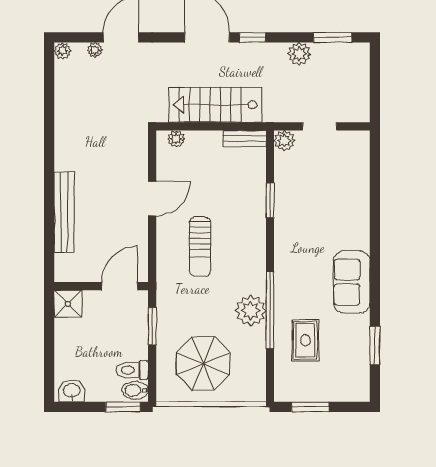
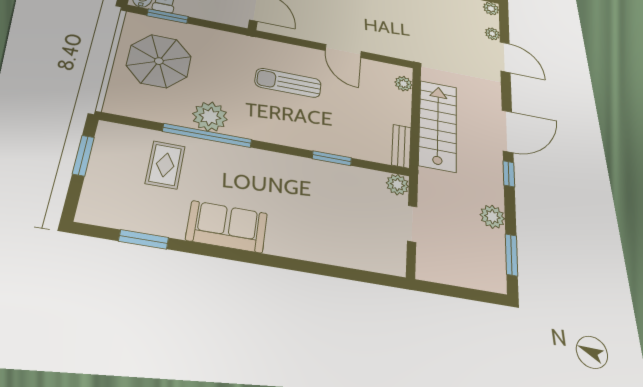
window: (152, 326) -> (168, 16), moved
rug: (305, 340) -> (165, 165), turned 90

